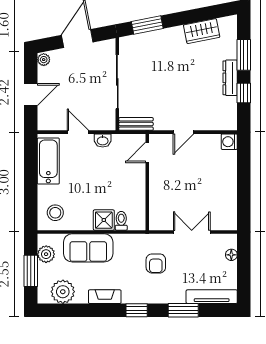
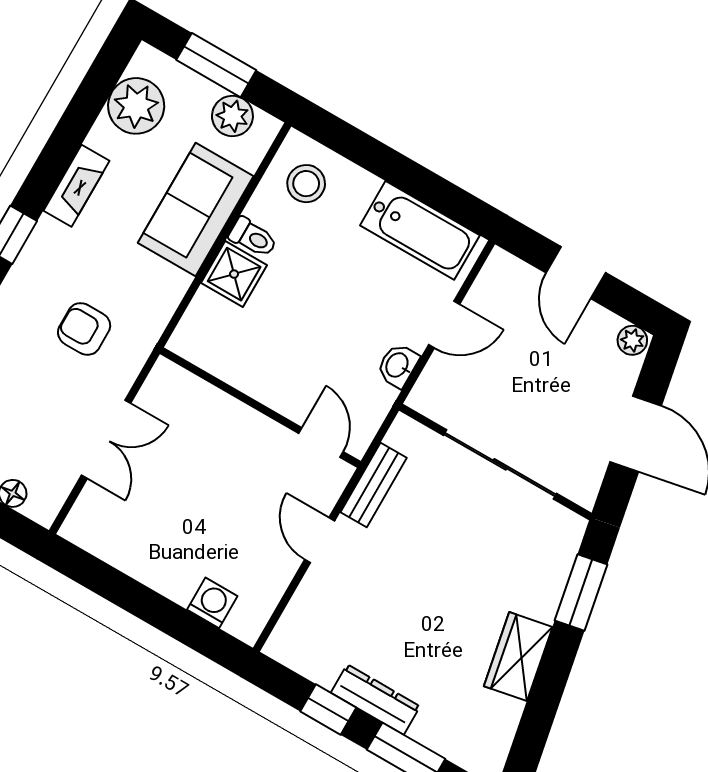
wardrobe: (202, 31) -> (518, 657), moved
bench: (136, 124) -> (374, 485), moved
washing machine: (229, 142) -> (212, 603), moved
toilet: (121, 221) -> (253, 237), moved

